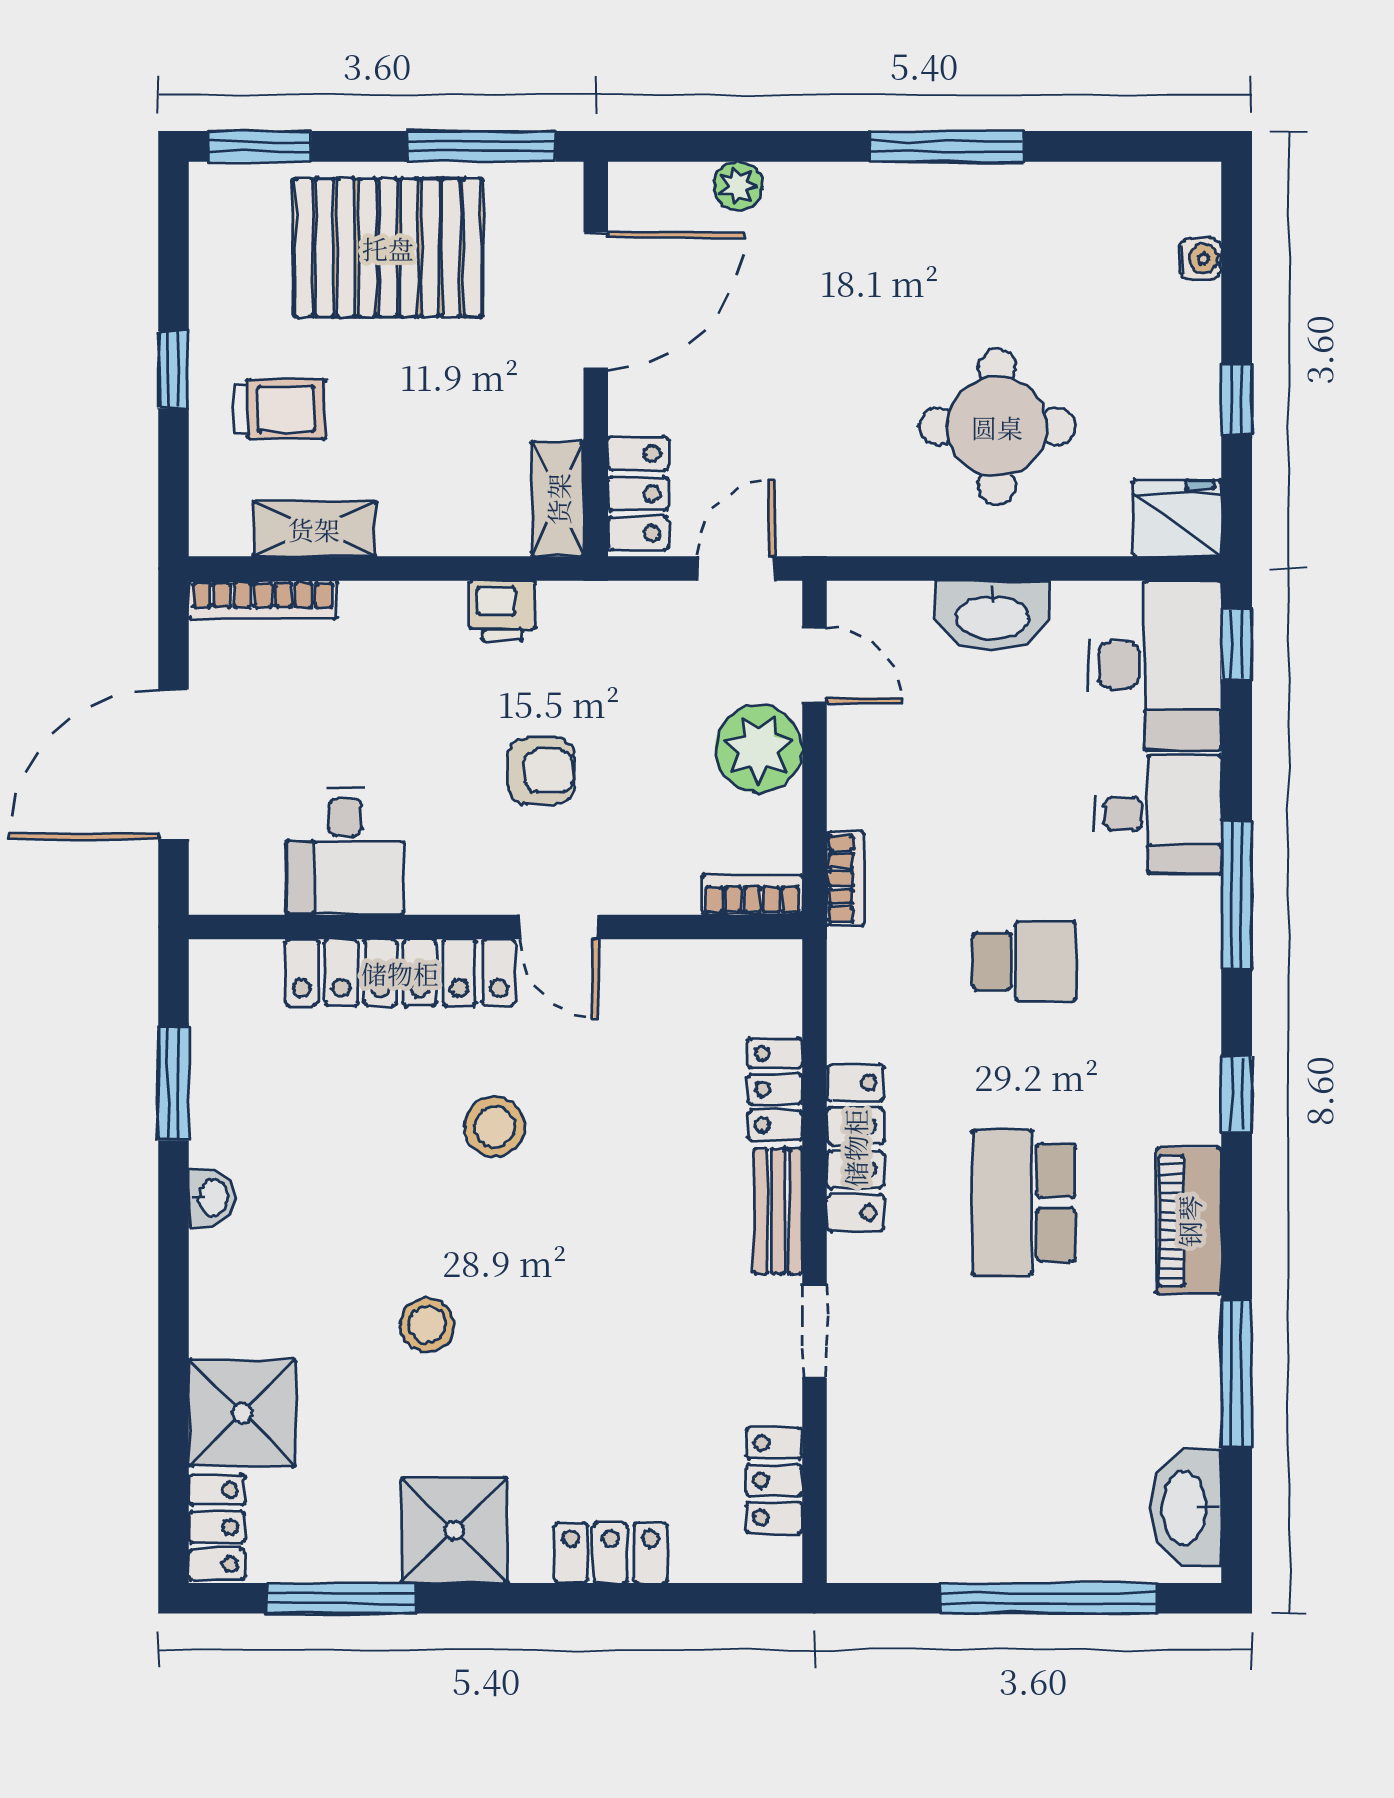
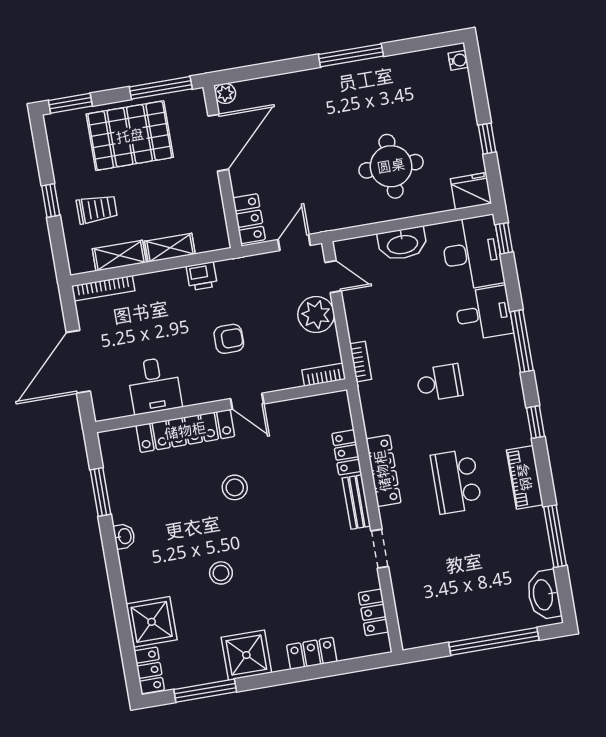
plant: (738, 186) -> (225, 93), moved
water cooler: (1200, 259) -> (458, 60), moved
shelving: (558, 499) -> (170, 248), moved, turned 90

